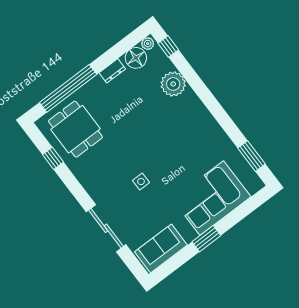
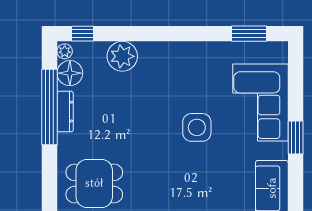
dresser: (112, 71) -> (65, 112), width x1.44
window: (68, 88) -> (50, 107), moved
side table: (141, 181) -> (197, 127), moved, width x1.87, depth x1.87

